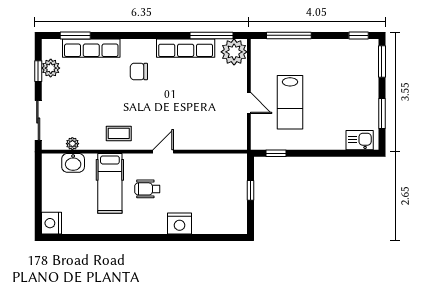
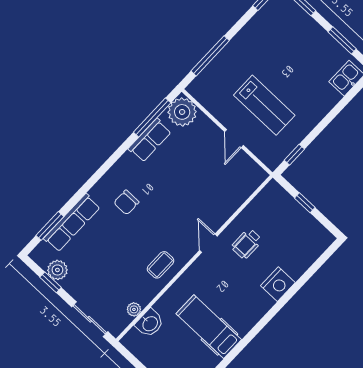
row of seats: (186, 48) -> (150, 140), width x0.68
door: (249, 103) -> (234, 139), swing flipped
hospital bed: (110, 183) -> (209, 327), moved, turned 180
wheelchair: (147, 189) -> (247, 244), moved

